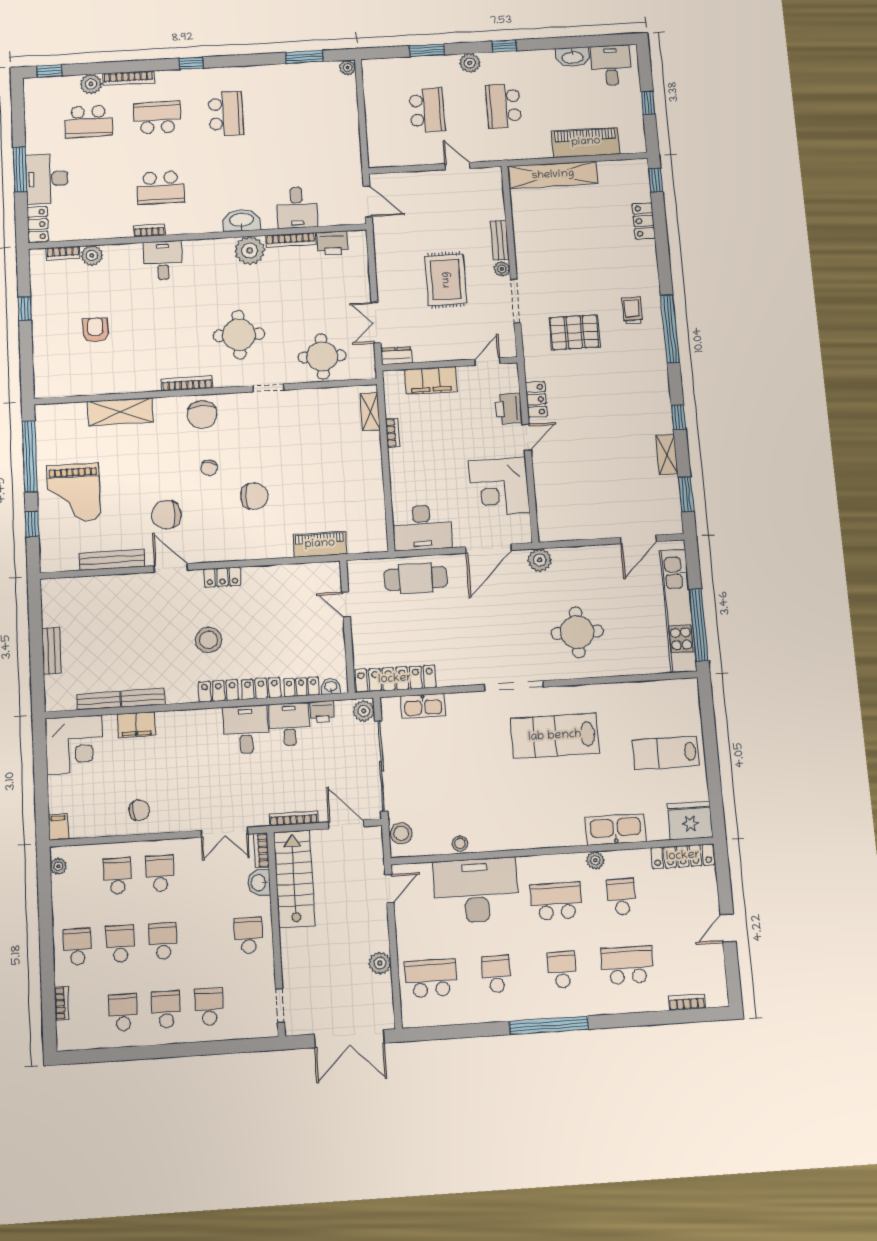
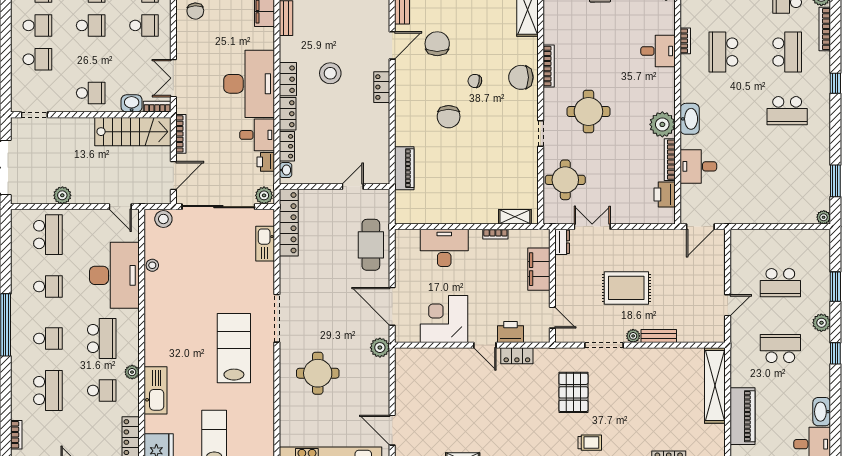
desk: (422, 527) -> (444, 248), moved, turned 90
desk: (246, 730) -> (249, 84), width x1.87, depth x1.30

